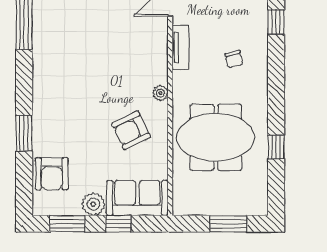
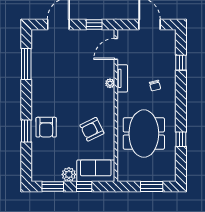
plant: (160, 93) -> (110, 83), moved
meeting table: (216, 137) -> (144, 134), turned 90
armchair: (52, 174) -> (46, 127), moved

